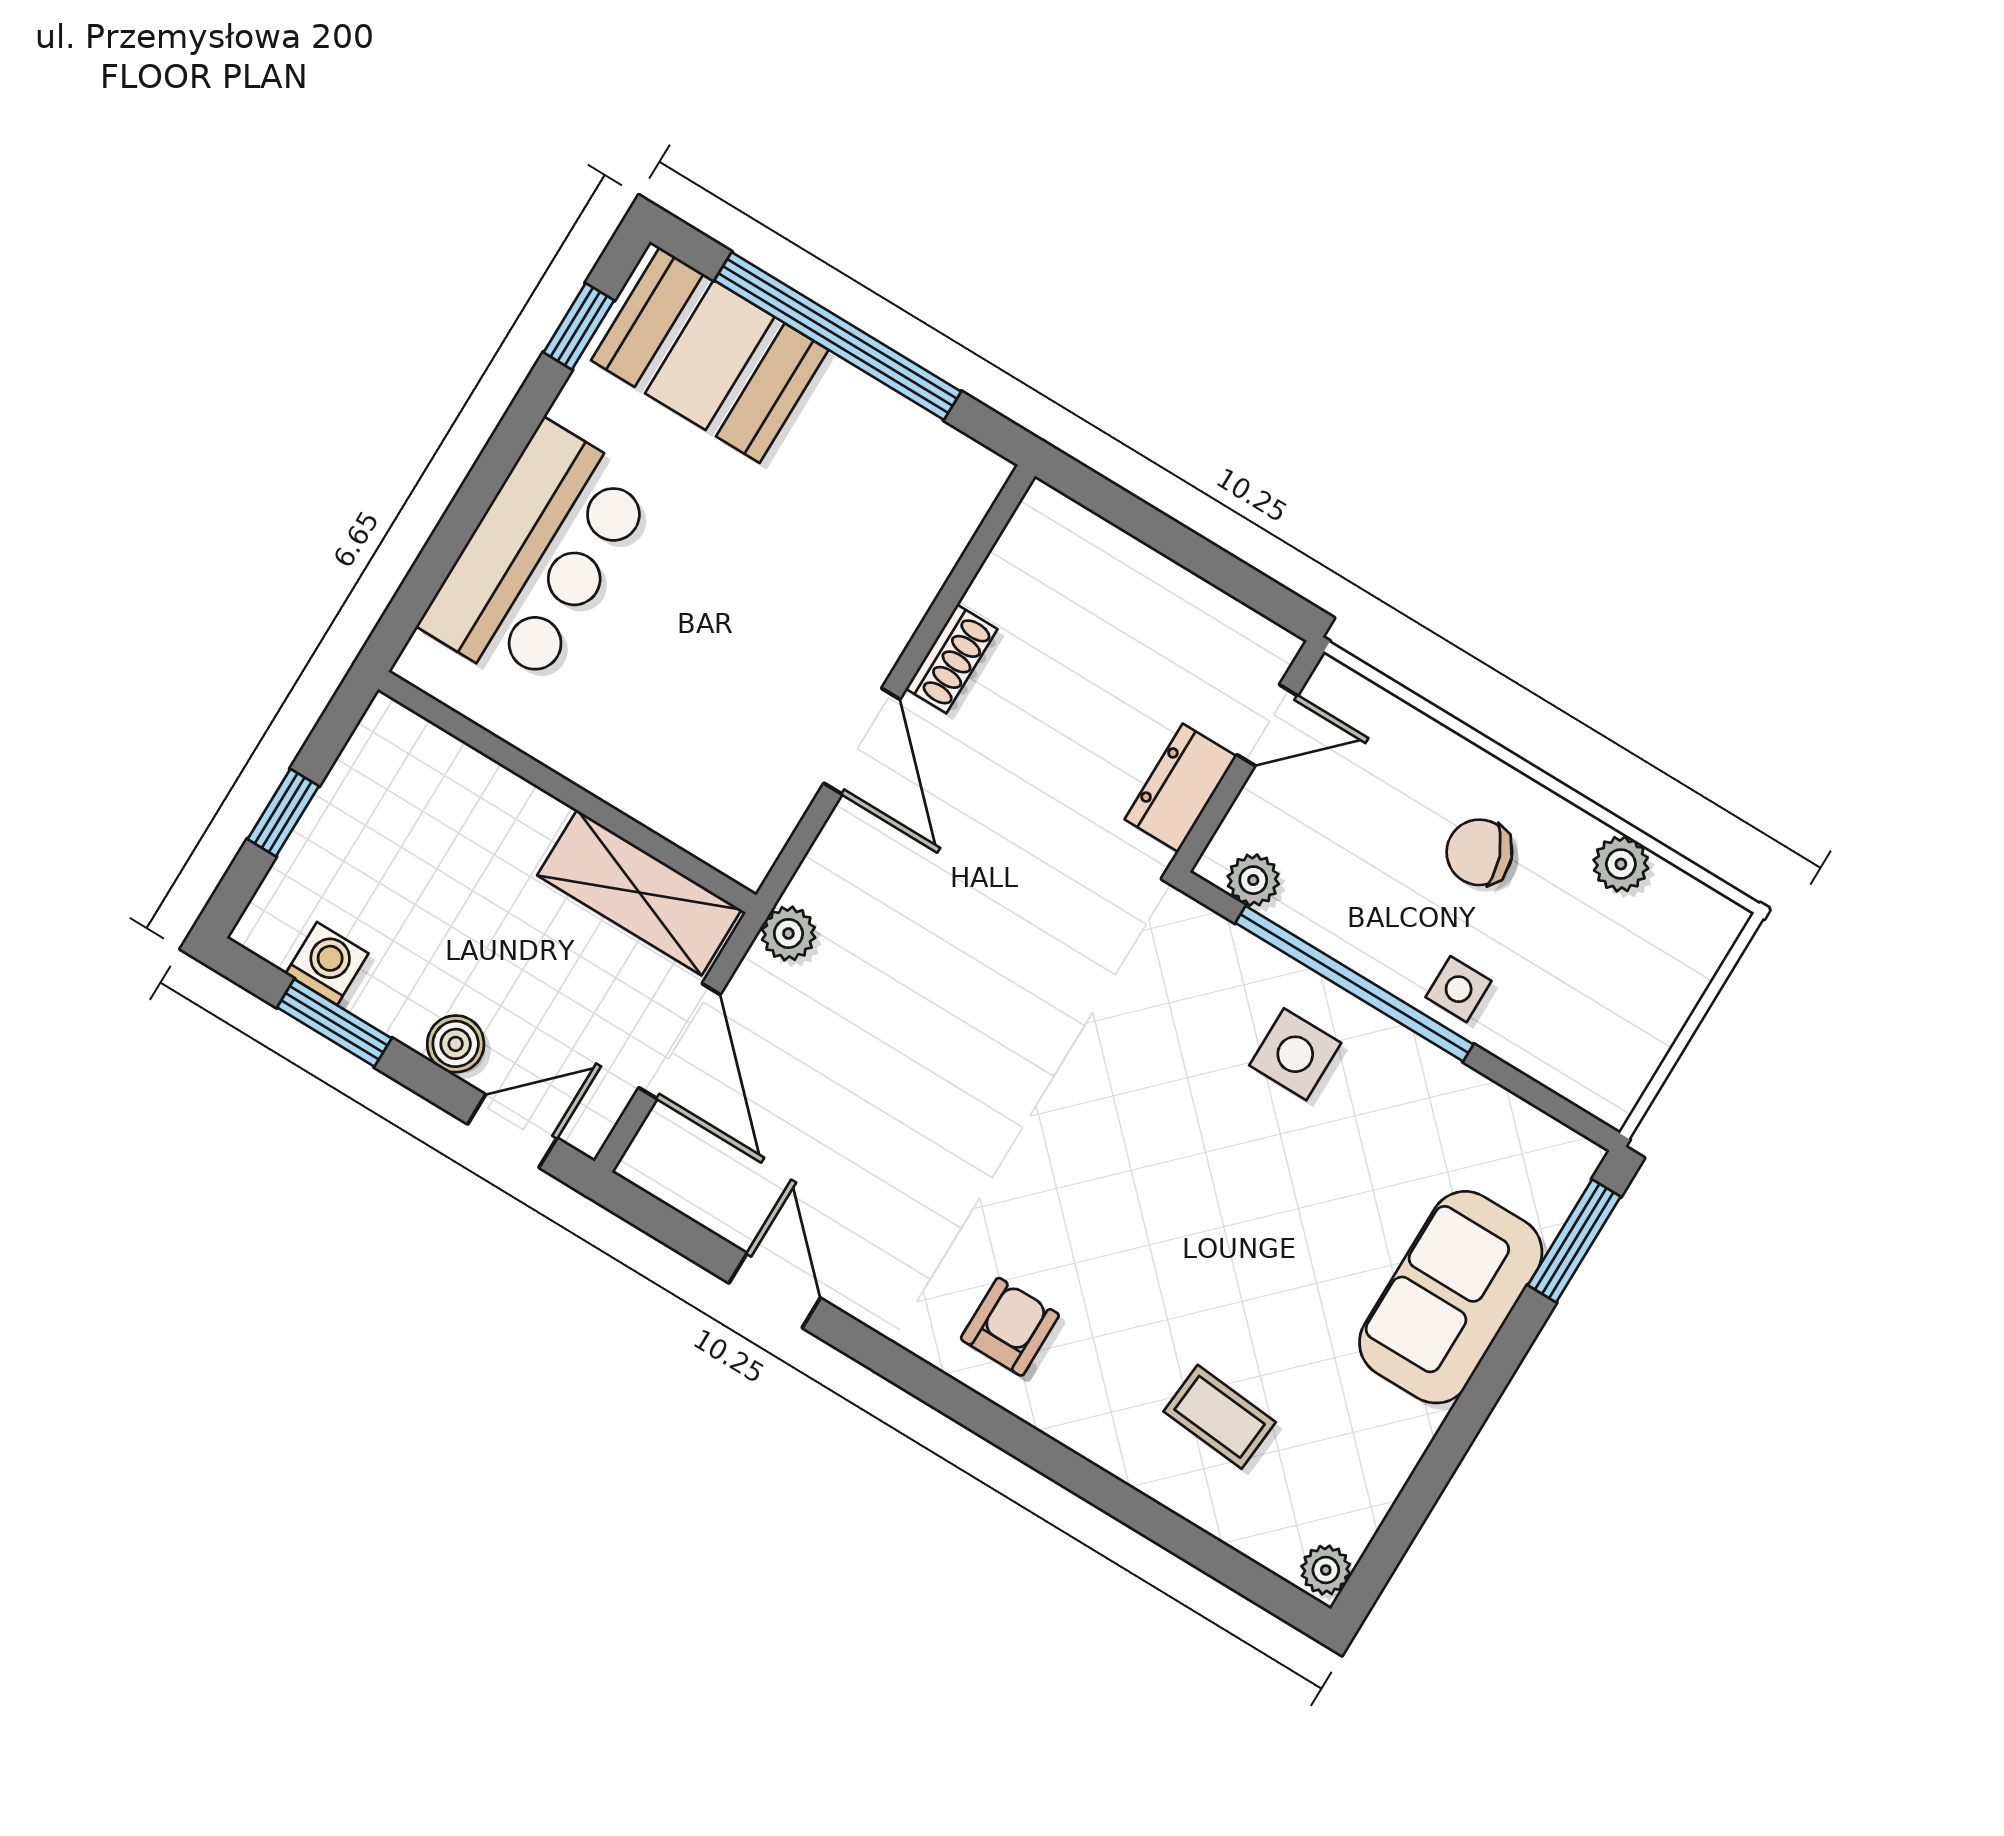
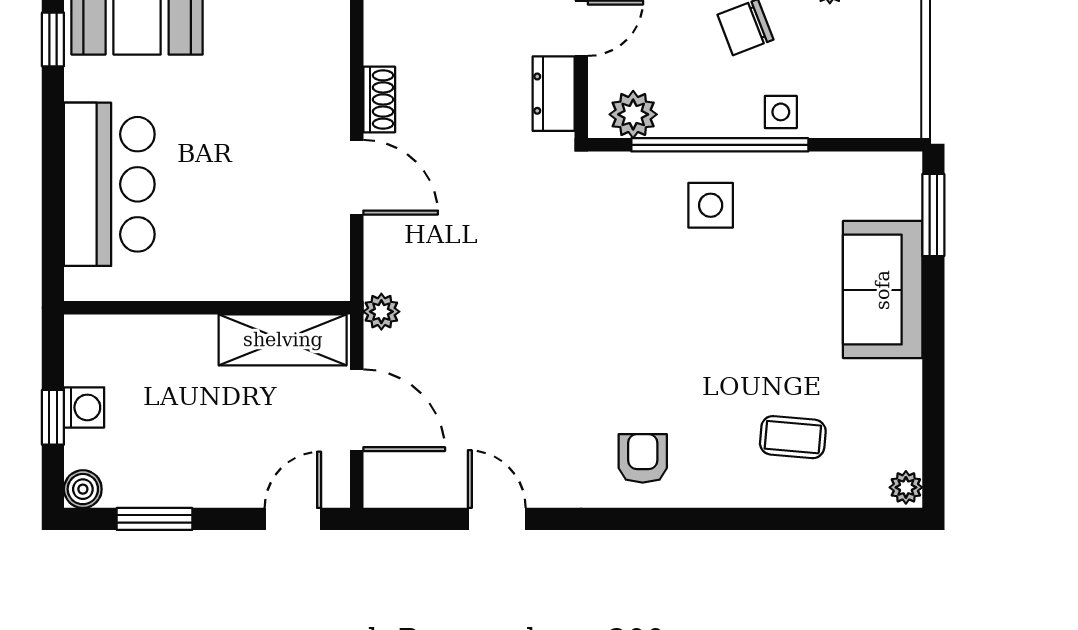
plant: (1253, 880) -> (633, 114), width x1.38, depth x1.38
washing machine: (327, 963) -> (84, 407), moved, turned 90
boiler: (456, 1044) -> (83, 489), moved

